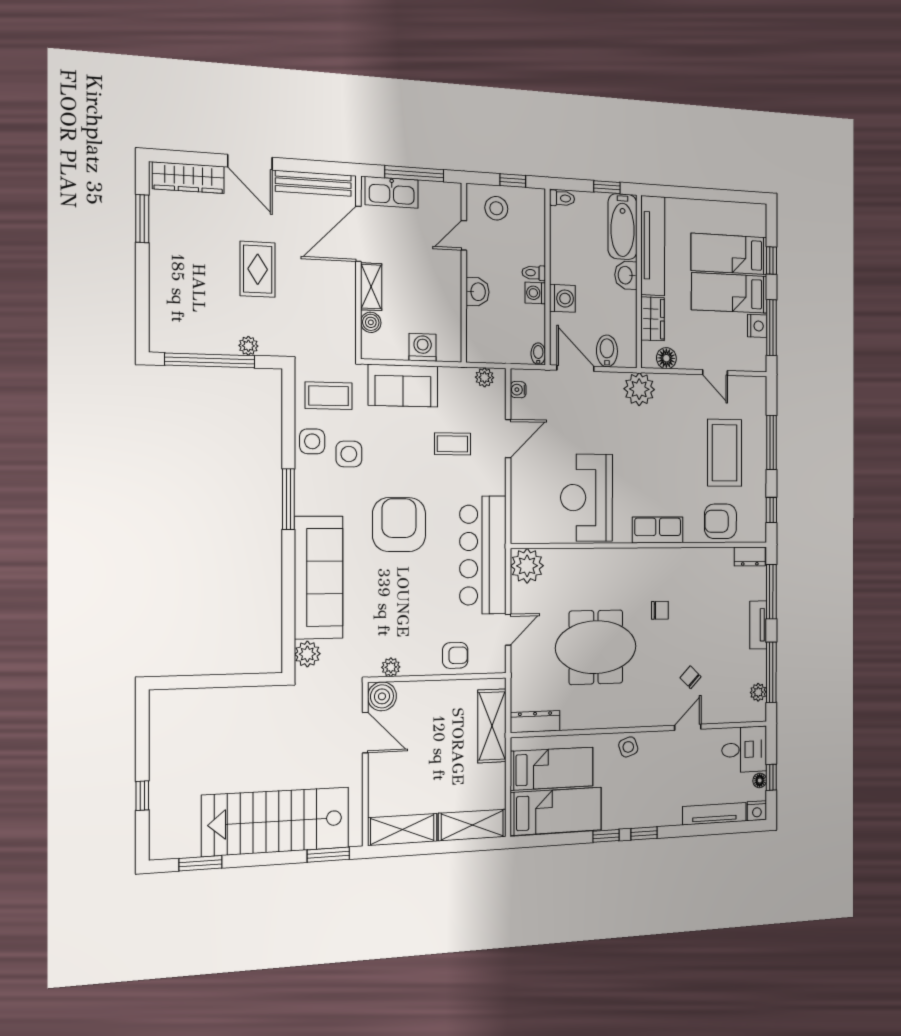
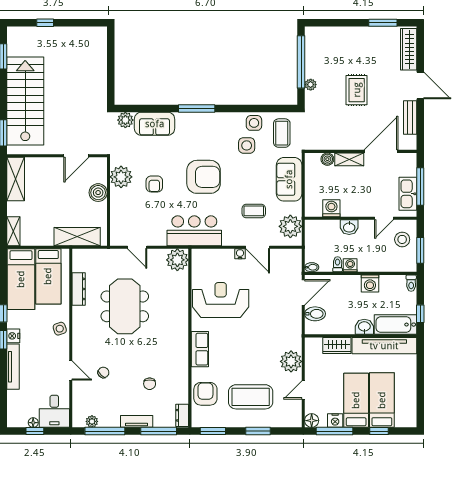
door: (250, 162) -> (420, 86), swing flipped
window: (513, 181) -> (420, 250), width x1.50
bench: (313, 183) -> (410, 118), width x0.73
kitchen sink: (392, 192) -> (408, 194), moved
door: (358, 234) -> (381, 151), hinge flipped
door: (464, 235) -> (384, 218), swing flipped
rug: (258, 269) -> (357, 90), turned 90
toilet: (534, 273) -> (338, 264), moved
washing machine: (562, 298) -> (370, 284), moved
washing machine: (423, 347) -> (331, 208), moved, turned -90
floor lamp: (666, 358) -> (312, 421), moved
plant: (485, 377) -> (290, 226), width x1.88, depth x1.88
plant: (639, 389) -> (291, 361), moved
water cooler: (518, 390) -> (240, 254), moved
window: (771, 442) -> (258, 431), width x0.69
coffee table: (452, 444) -> (254, 211), turned 90
window: (288, 499) -> (197, 109), moved
window: (771, 510) -> (213, 431), width x1.50
bar counter: (483, 555) -> (194, 231), width x0.73
sofa: (319, 577) -> (155, 124), width x0.54, depth x0.79
chair: (660, 610) -> (150, 384), moved
armchair: (455, 655) -> (154, 184), moved
plant: (391, 667) -> (121, 177), width x1.87, depth x1.87
boiler: (382, 696) -> (98, 193), moved
dresser: (535, 722) -> (79, 289), moved
nightstand: (757, 811) -> (13, 336), moved
tv unit: (715, 814) -> (13, 367), moved
shelving: (472, 825) -> (13, 231), width x0.67, depth x0.75

